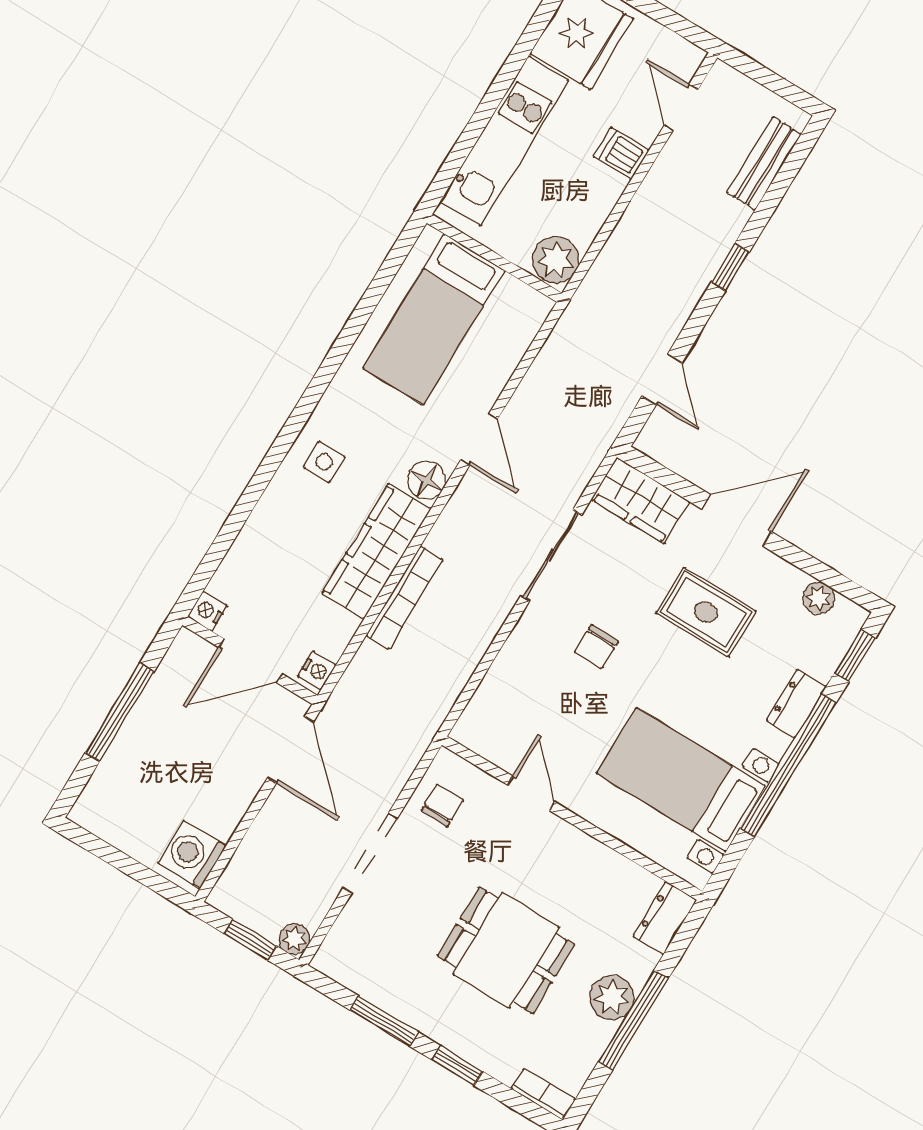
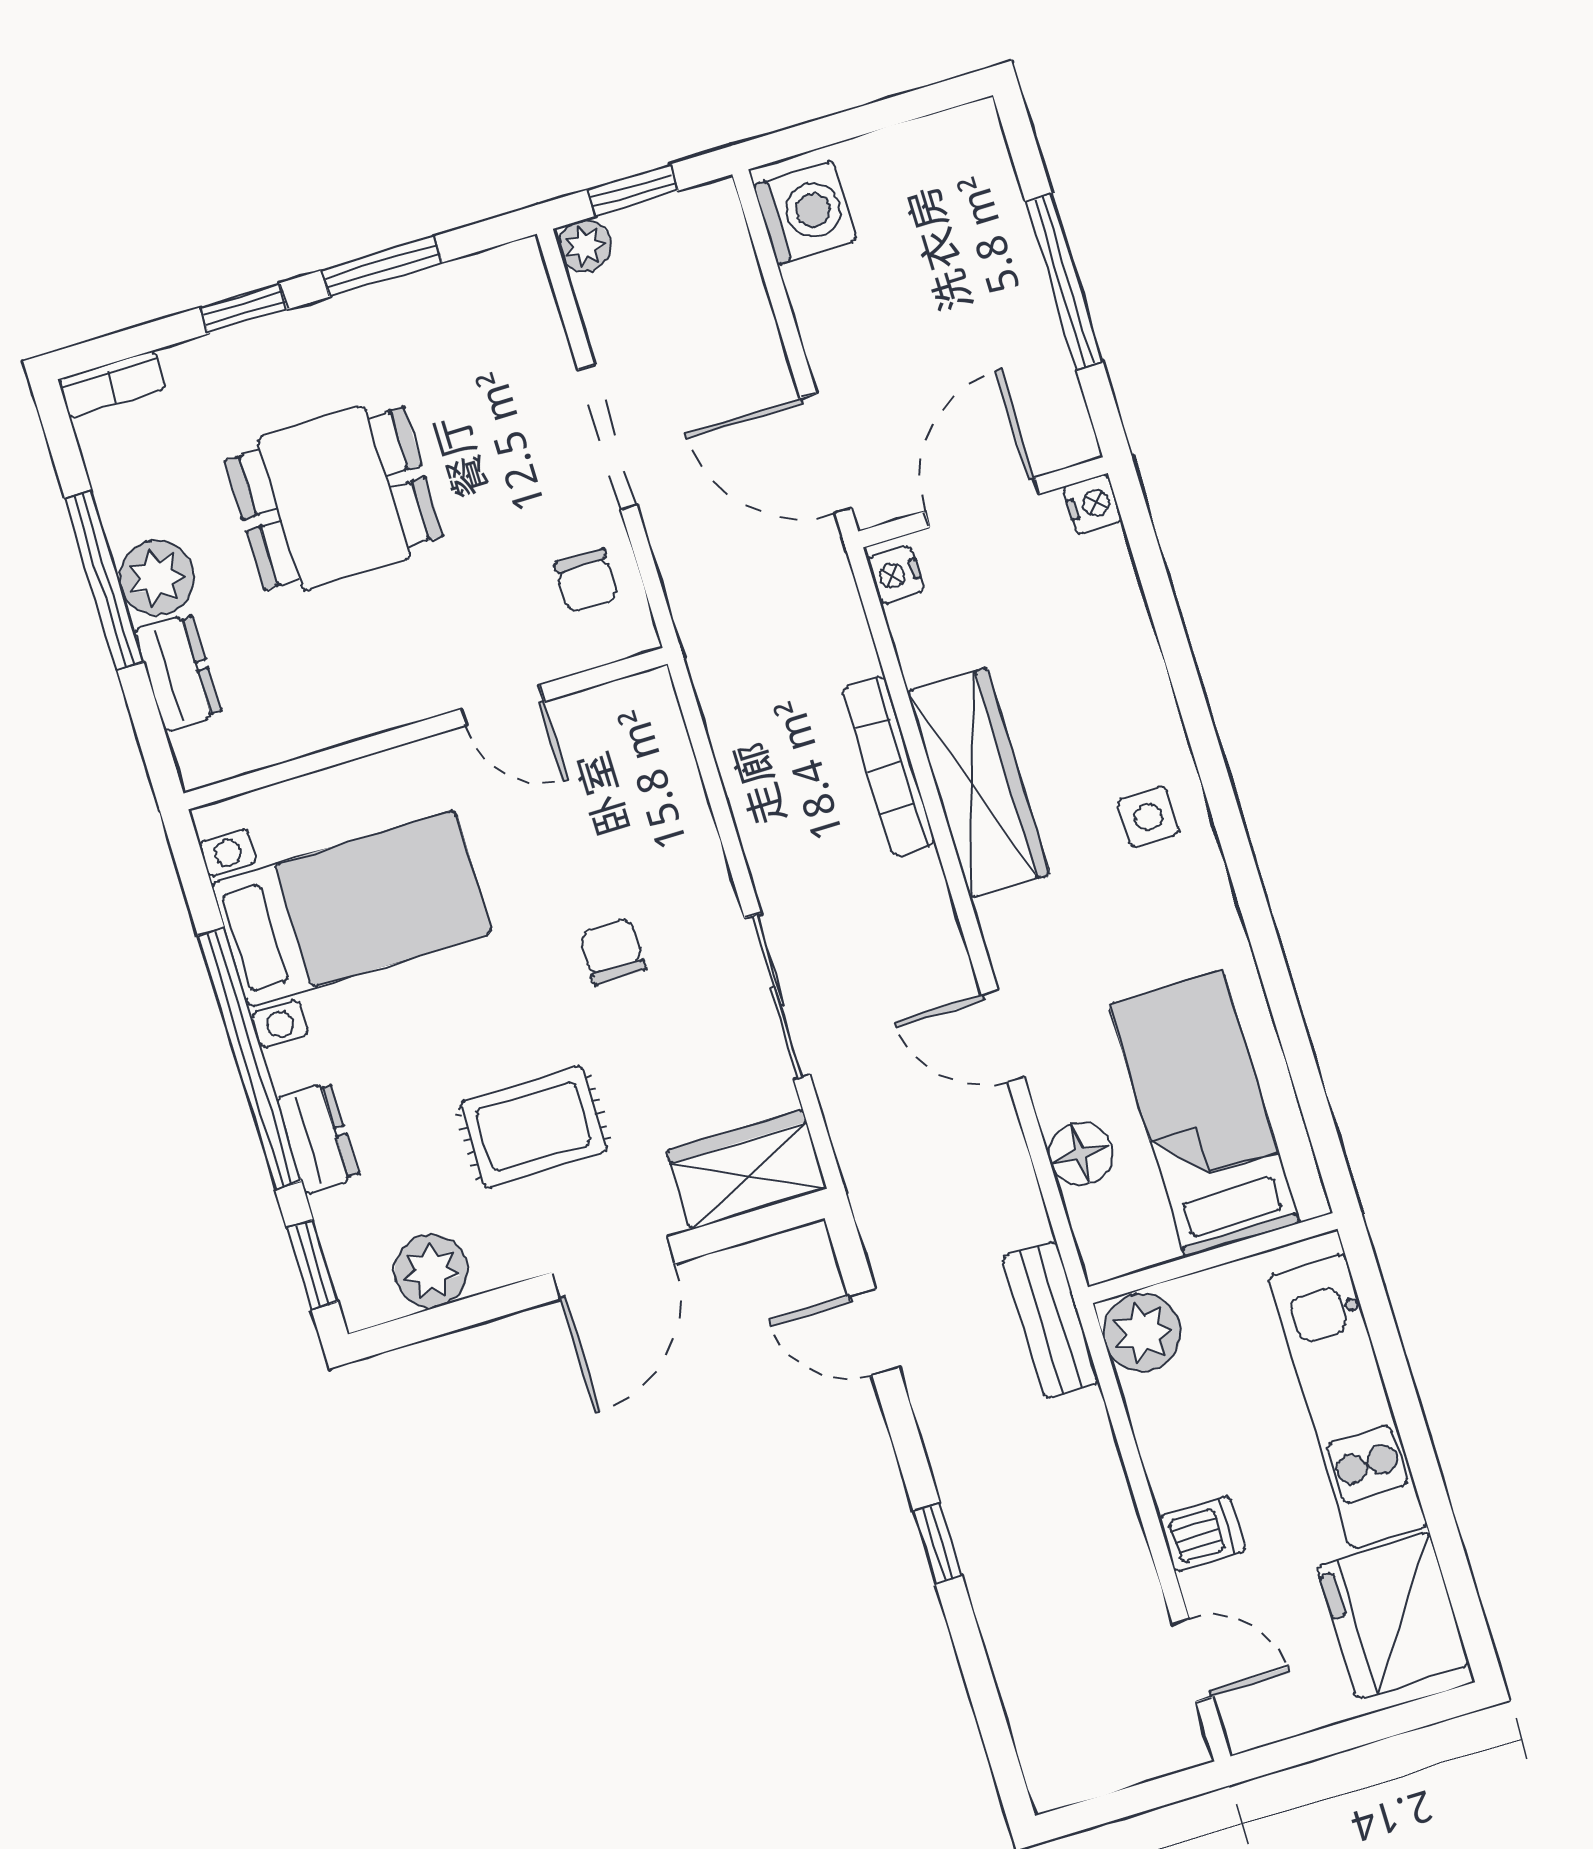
bench: (764, 163) -> (1051, 1320), moved
floor lamp: (427, 480) -> (1080, 1154), moved
plant: (819, 598) -> (431, 1271), width x1.38, depth x1.38
dresser: (665, 918) -> (178, 672), moved

